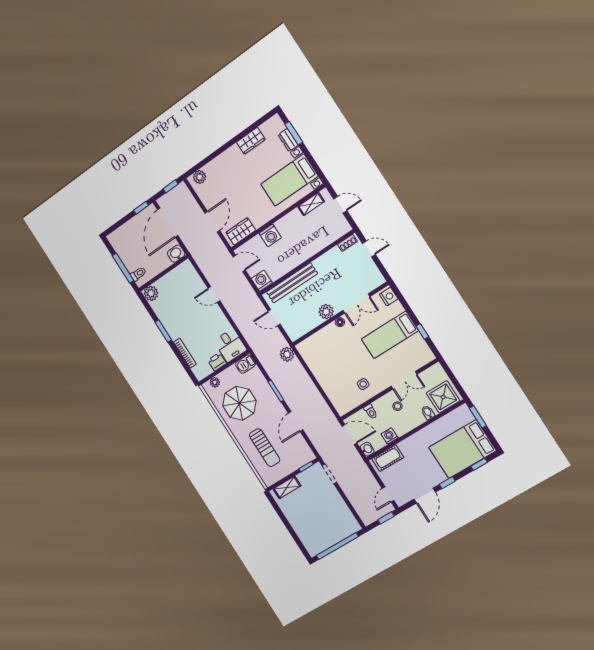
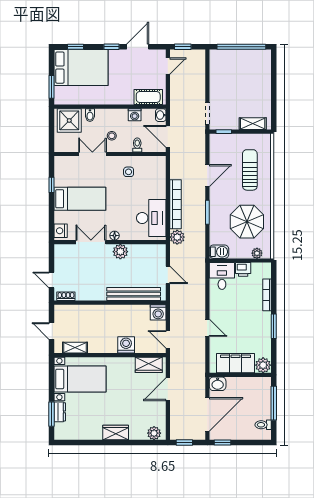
wardrobe: (251, 141) -> (116, 433), moved
toilet: (138, 274) -> (263, 425), moved
filing cabinet: (173, 280) -> (235, 363), added
desk: (319, 357) -> (151, 218), added
bookcase: (306, 381) -> (176, 204), added

